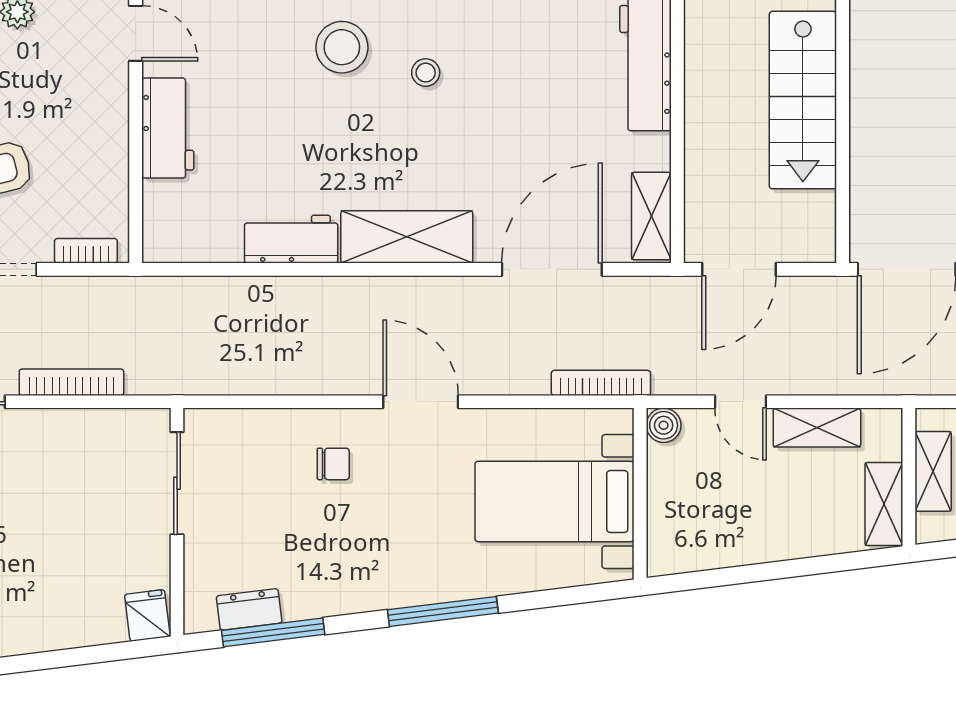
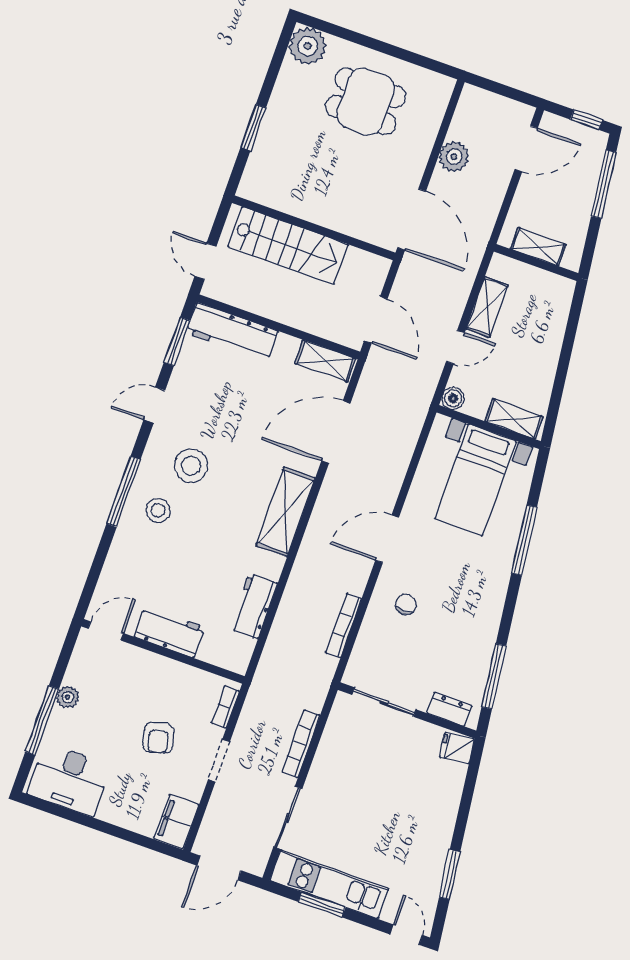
stool: (342, 47) -> (158, 510), width x0.73, depth x0.73
stool: (426, 73) -> (191, 466), width x1.89, depth x1.89
workbench: (291, 239) -> (254, 606), moved
door: (552, 269) -> (336, 432), hinge flipped
bookcase: (601, 383) -> (344, 625), moved
shelving: (884, 504) -> (514, 419), moved
dresser: (249, 609) -> (449, 709), moved, turned 97
window: (443, 611) -> (524, 540), moved

